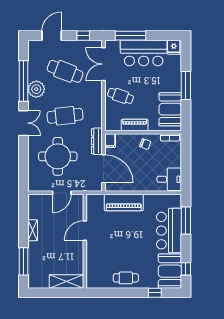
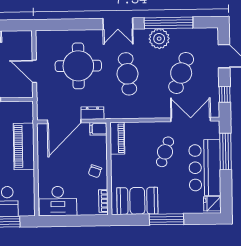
cafe table: (121, 96) -> (165, 152), moved
piano: (135, 125) -> (117, 138), moved
dresser: (97, 141) -> (92, 113), width x0.70
desk: (169, 179) -> (58, 201), width x1.37

